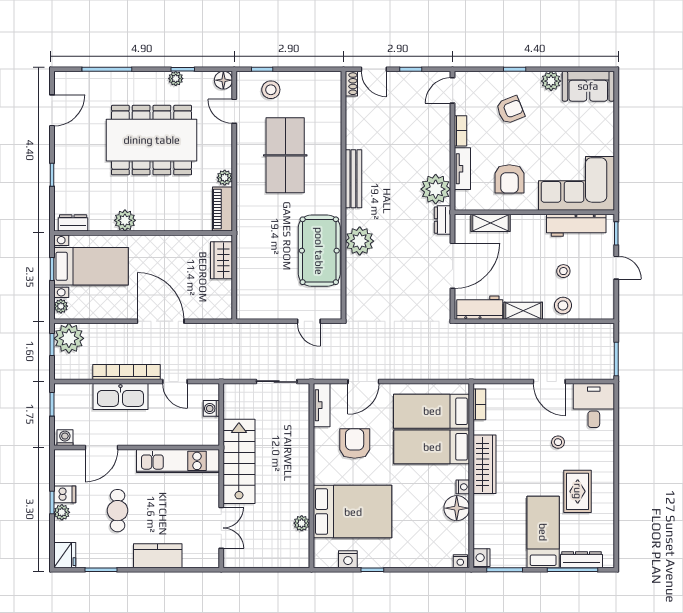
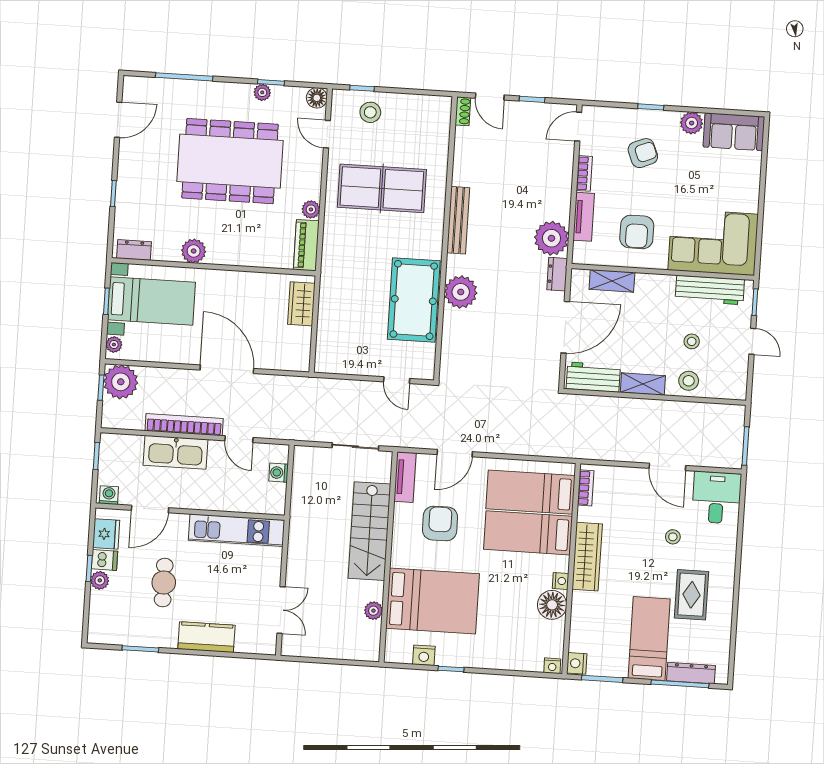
table tennis table: (285, 155) -> (382, 188), turned 90
stairs: (239, 461) -> (369, 531), moved, turned 180
fridge: (65, 555) -> (106, 534), moved

